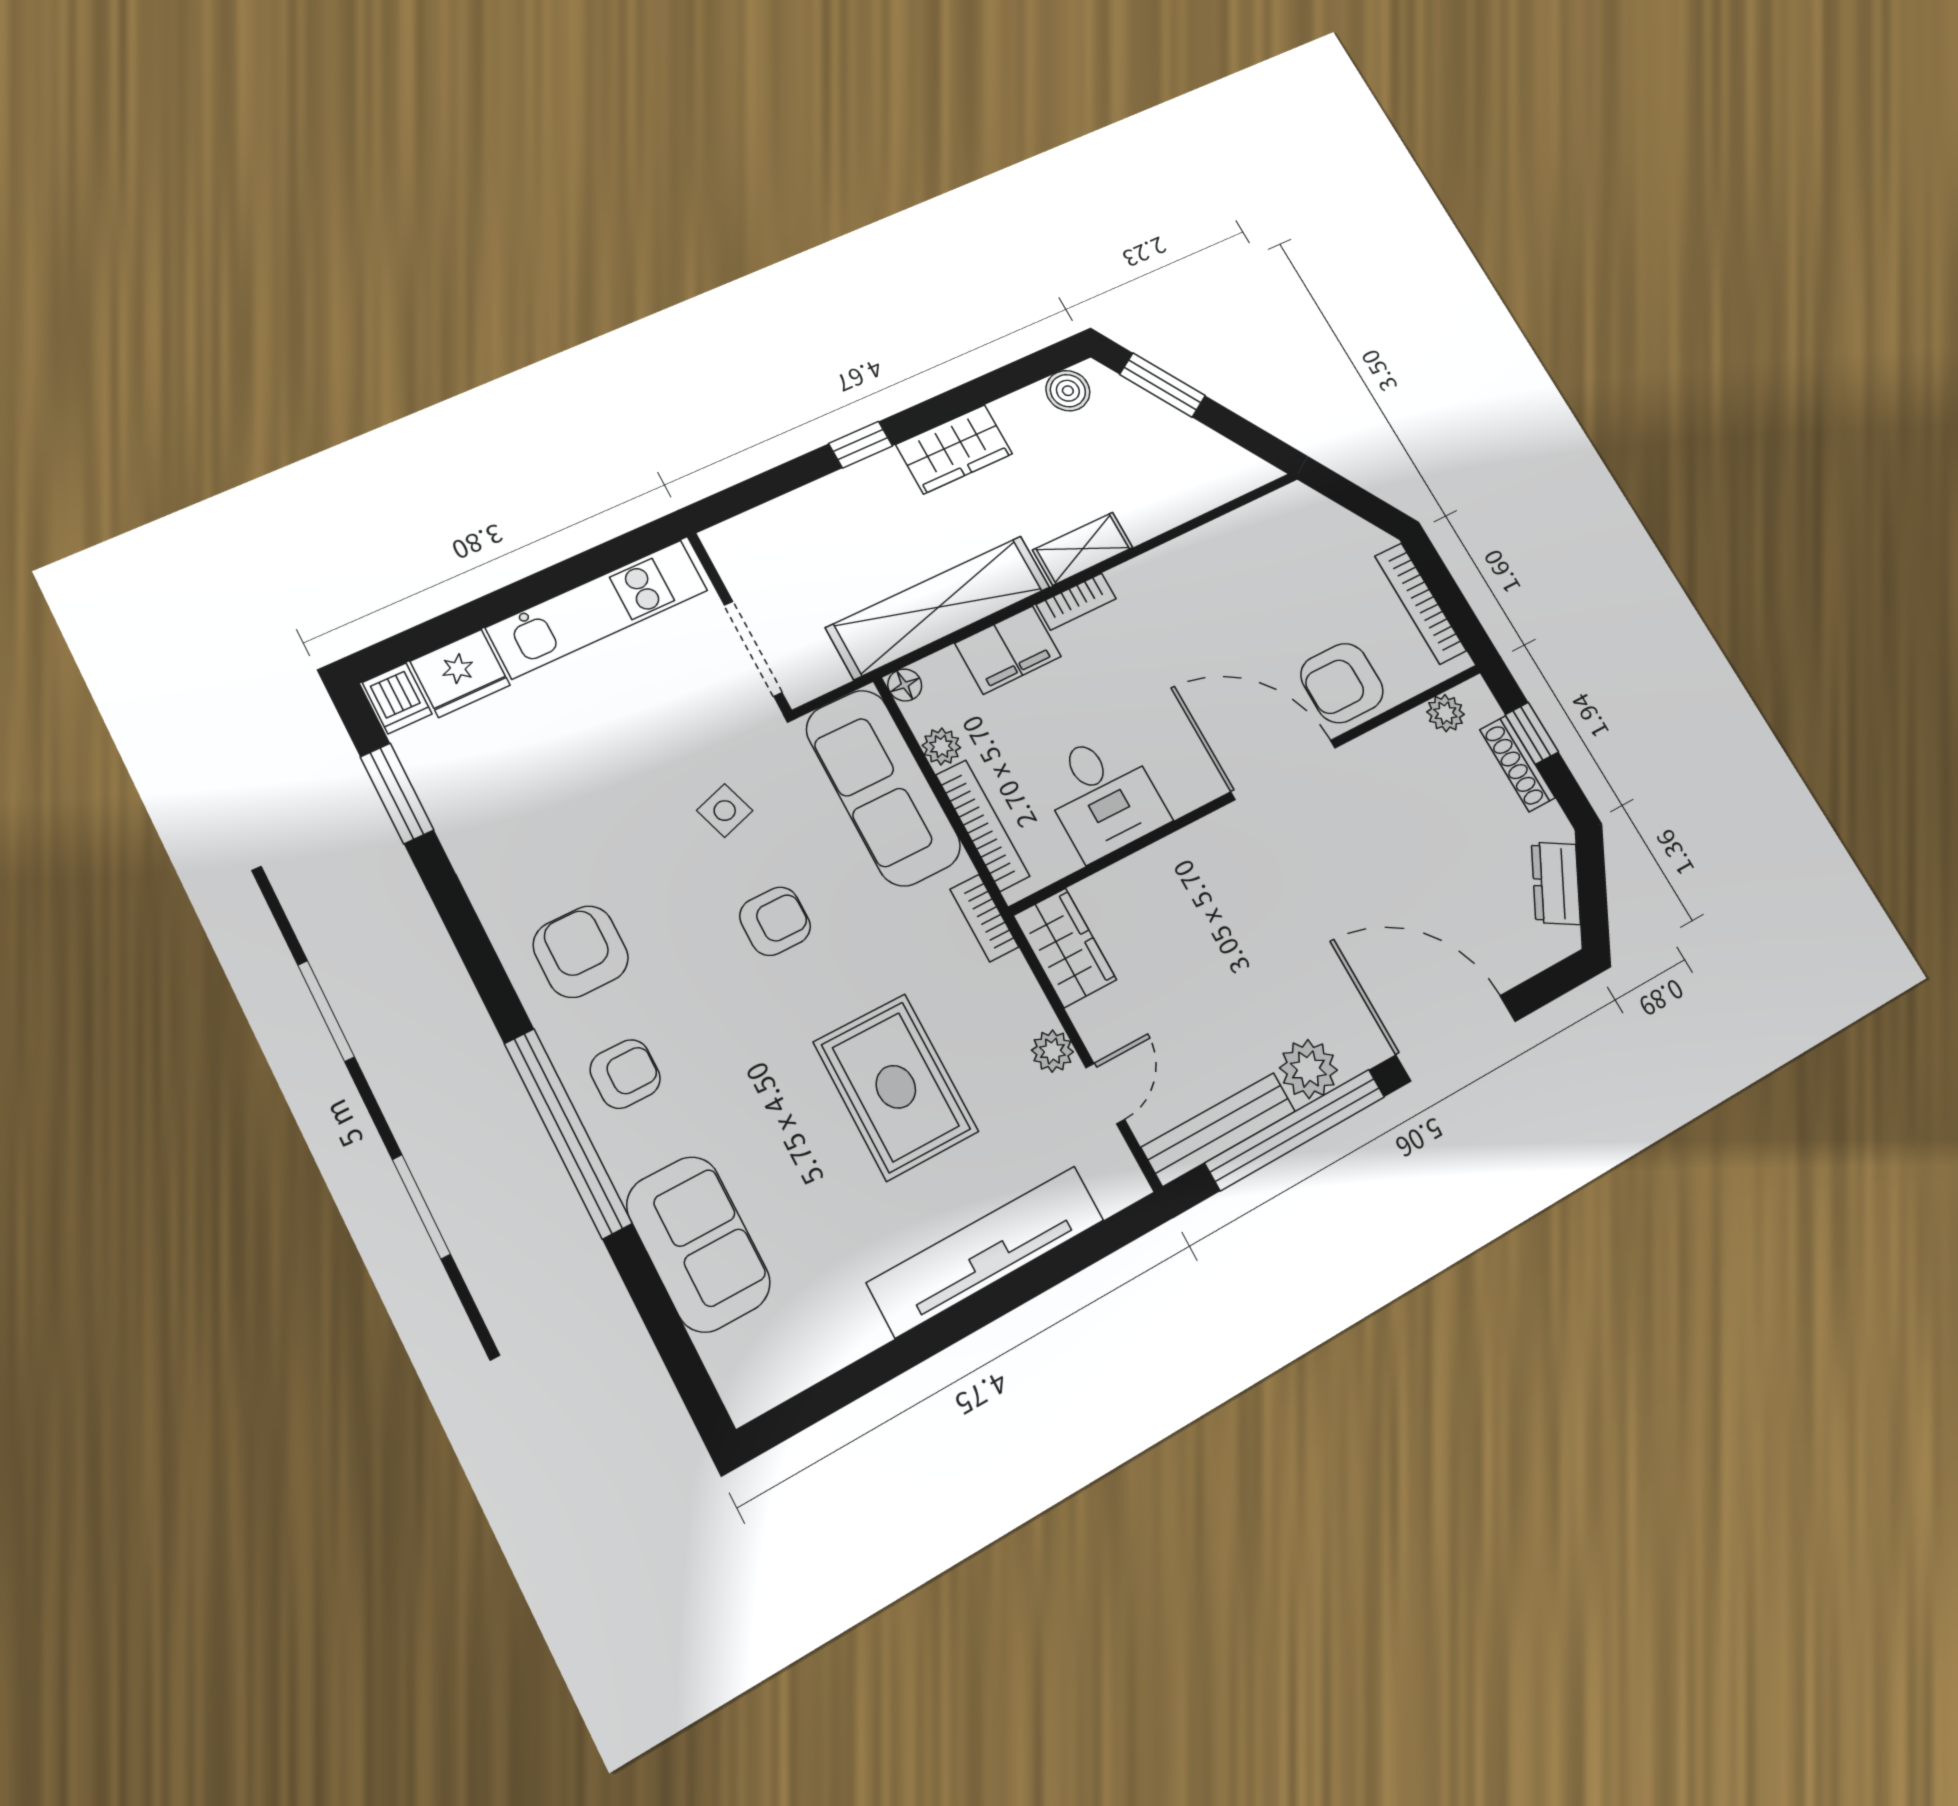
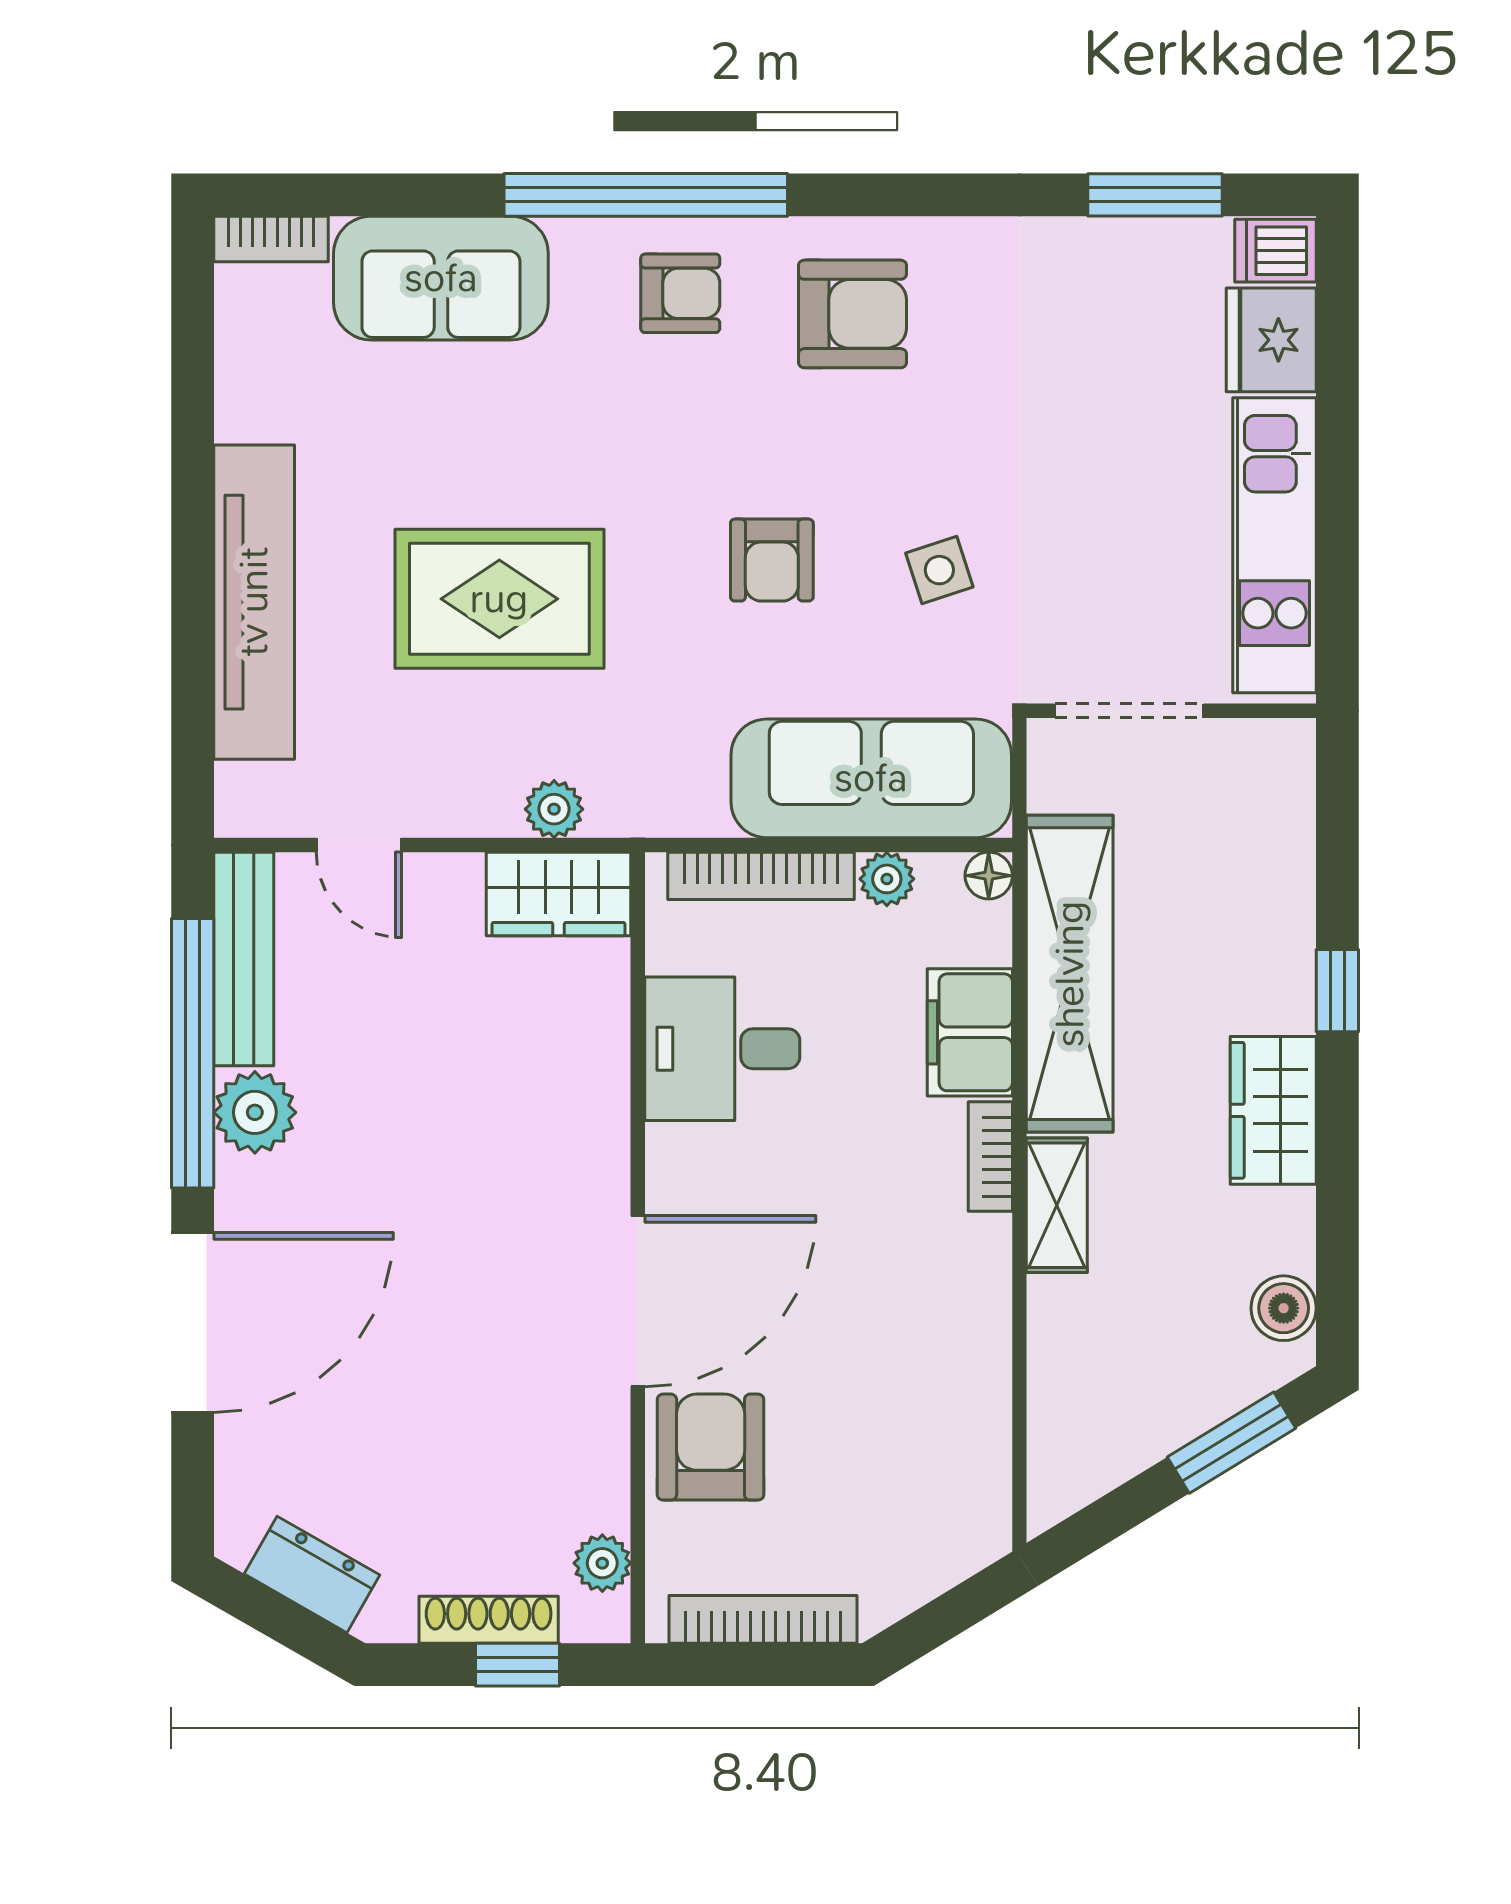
bookcase: (984, 918) -> (271, 239), moved, turned 180
plant: (1052, 1051) -> (554, 809), moved
armchair: (625, 1074) -> (680, 293), turned -90

